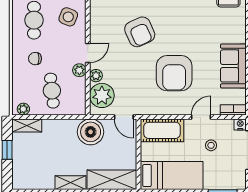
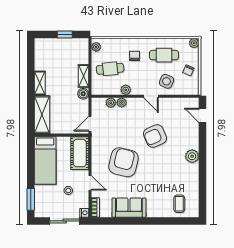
door: (88, 53) -> (151, 96), moved
armchair: (174, 73) -> (123, 162), turned 104
plant: (102, 95) -> (111, 103), width x0.53, depth x0.53
shelving: (27, 125) -> (83, 76), moved
boiler: (91, 132) -> (83, 94), width x0.54, depth x0.54

